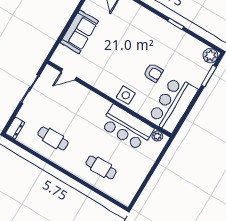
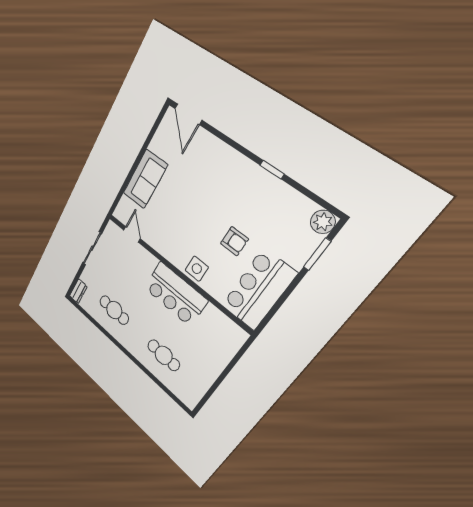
door: (69, 74) -> (132, 234), swing flipped
bar counter: (127, 127) -> (175, 294), moved
plant: (157, 136) -> (234, 330), removed

